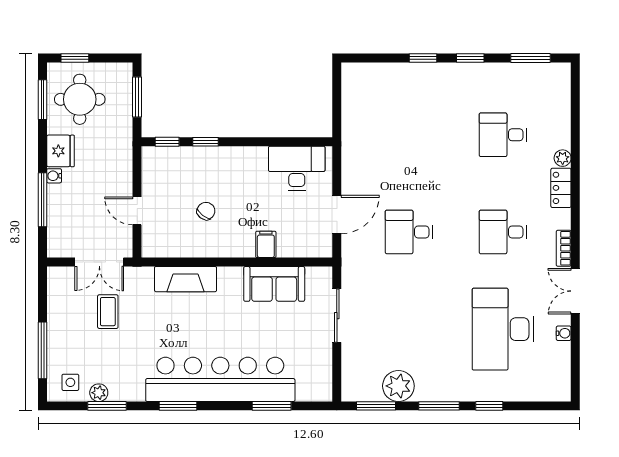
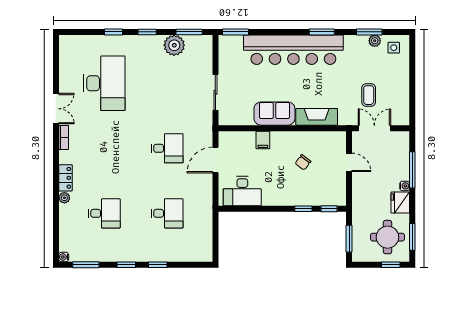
desk: (503, 232) -> (167, 213), moved
sofa: (274, 284) -> (274, 114), moved
water cooler: (564, 333) -> (64, 257), moved
window: (43, 350) -> (412, 69), removed
window: (272, 406) -> (235, 32), moved
window: (439, 406) -> (147, 32), width x0.67

